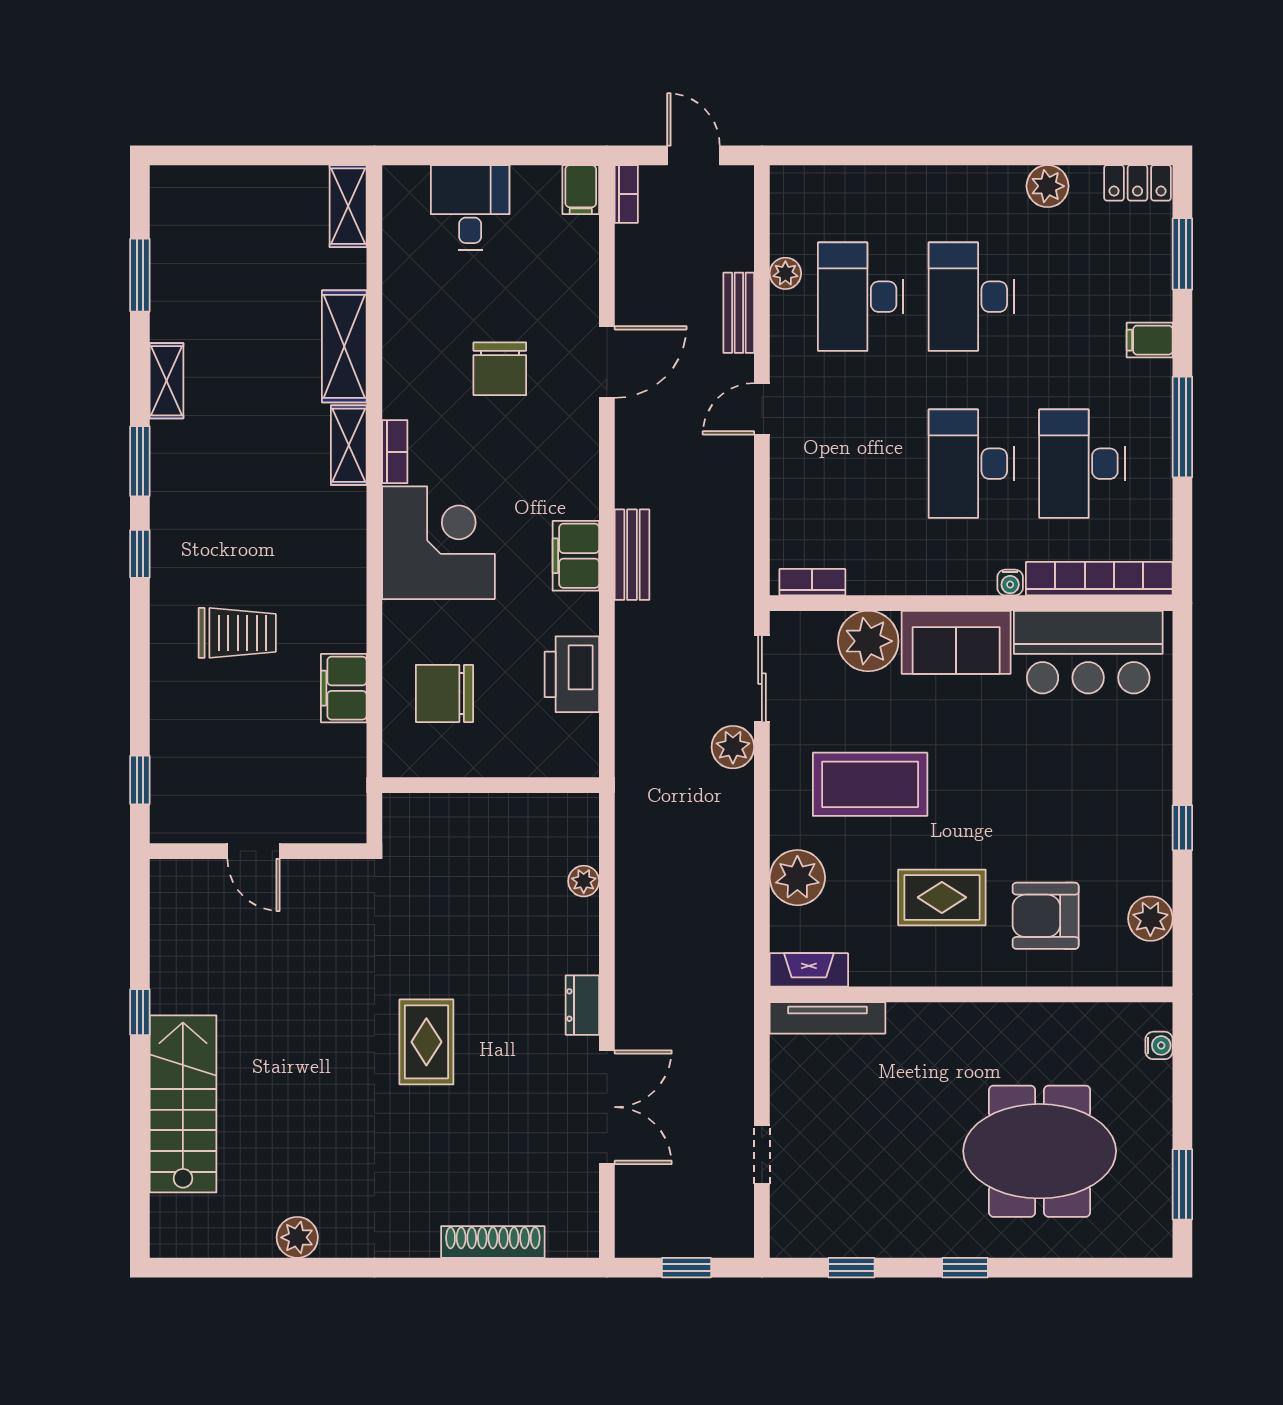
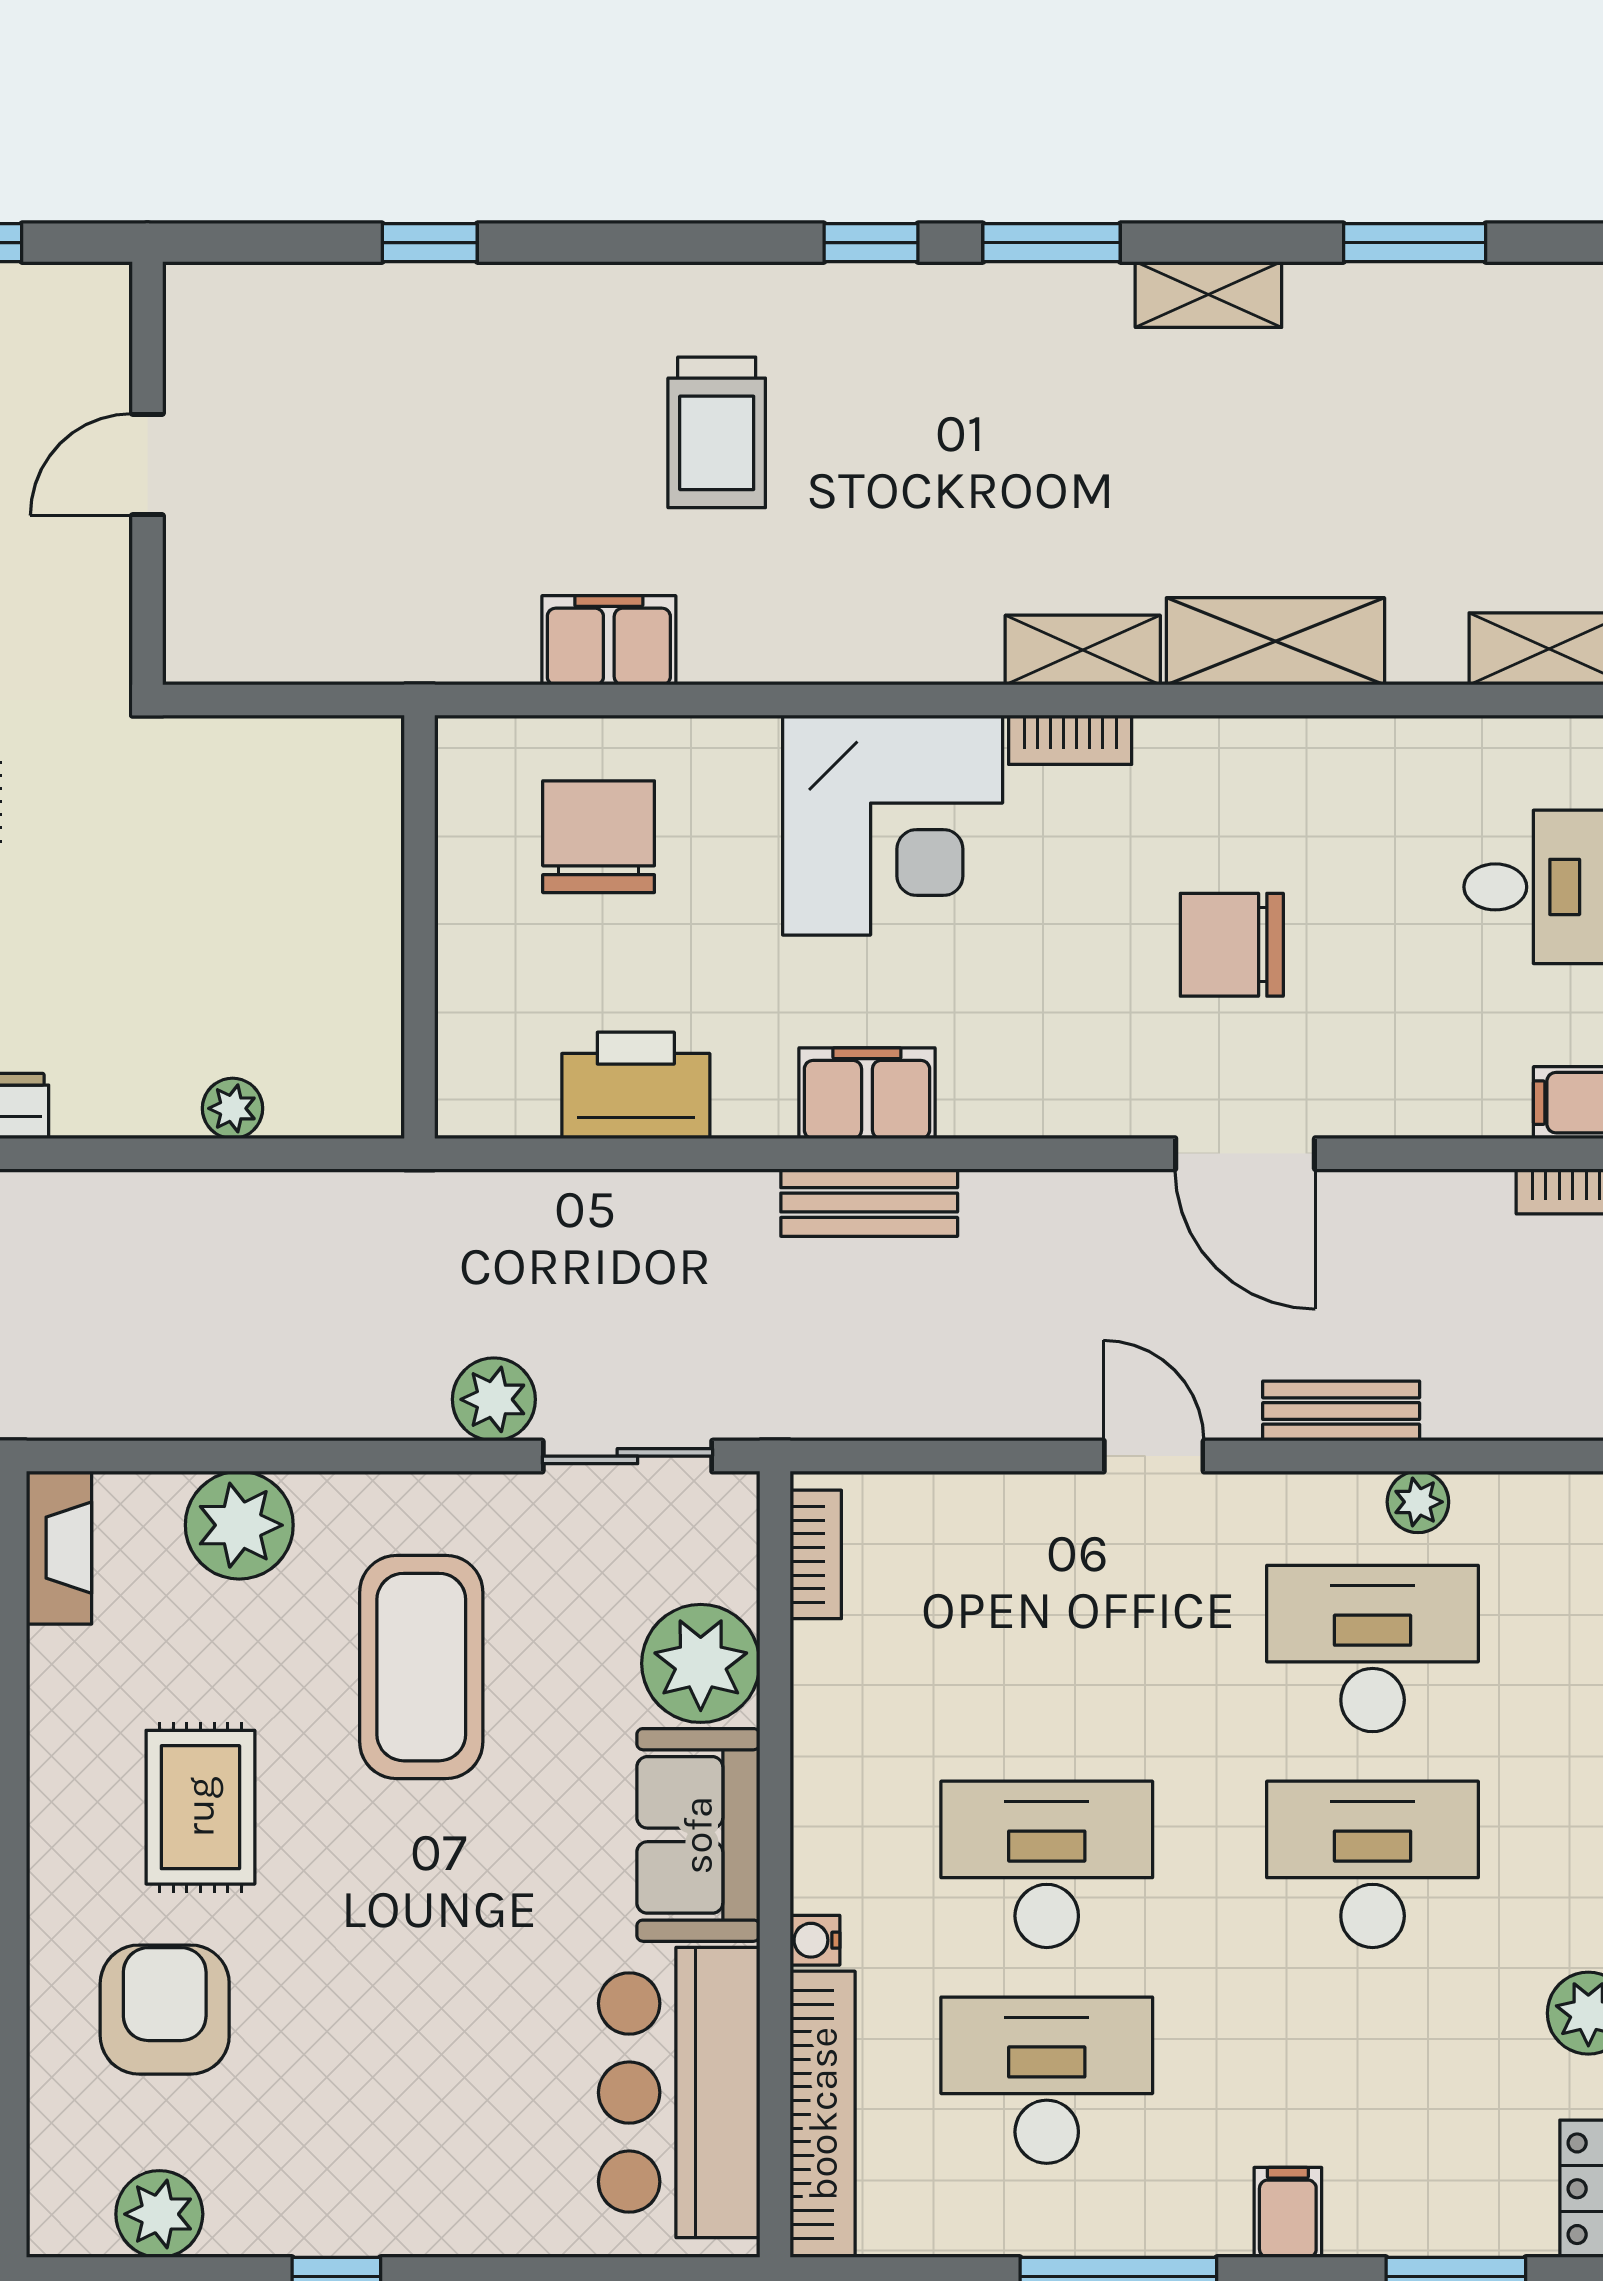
door: (254, 851) -> (147, 464), moved
wall: (258, 851) -> (147, 473), moved

